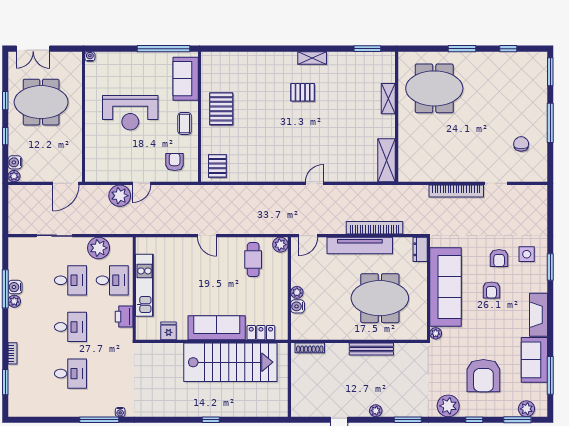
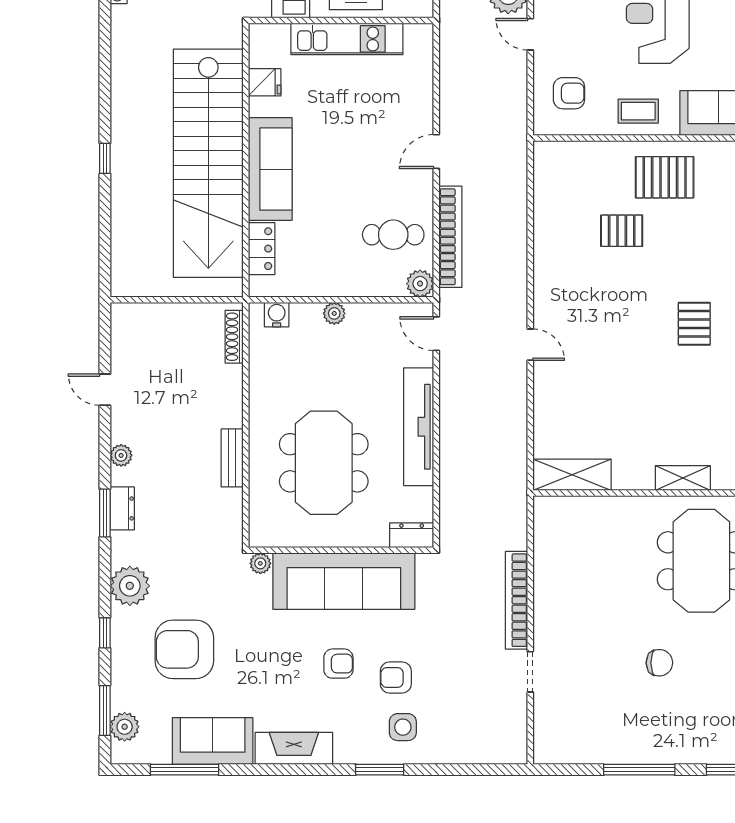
chair: (521, 144) -> (659, 663), moved
pallet: (217, 166) -> (622, 231), moved
bookcase: (374, 228) -> (450, 237), moved
armchair: (491, 290) -> (338, 664), turned 180
water cooler: (298, 306) -> (277, 315), moved
bench: (371, 349) -> (232, 458), width x0.73
stairs: (230, 362) -> (208, 163), width x1.36
dresser: (405, 410) -> (122, 508), added

